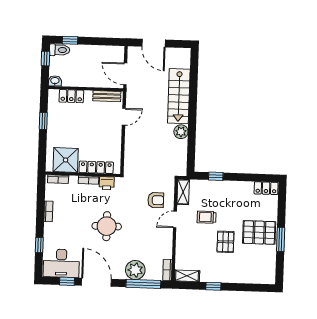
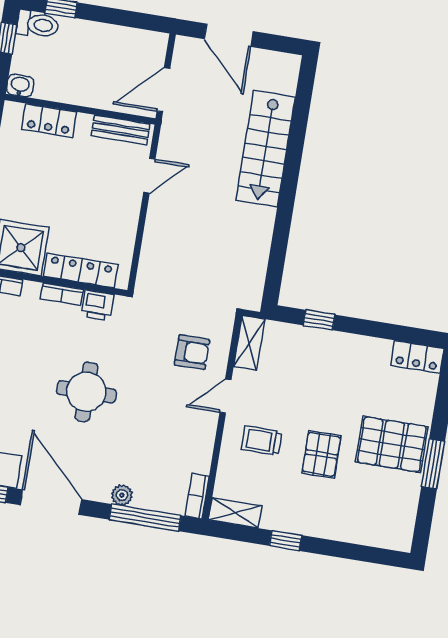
door: (125, 74) -> (163, 90), hinge flipped
plant: (181, 132) -> (261, 221), removed
trolley: (207, 217) -> (262, 441), moved
plant: (135, 270) -> (122, 495), width x0.53, depth x0.53

